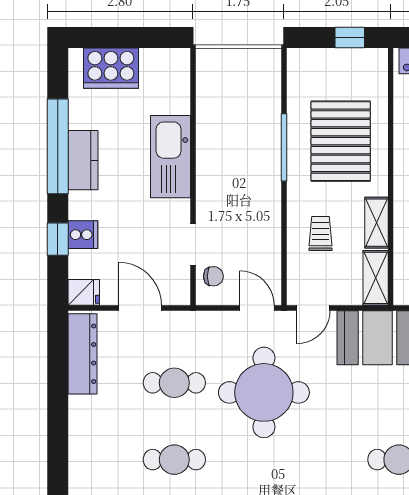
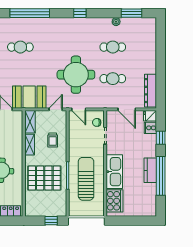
window: (350, 38) -> (51, 221), moved
cooker: (111, 68) -> (114, 201), moved, turned 90
sun lounger: (239, 139) -> (86, 179), added
pallet: (341, 141) -> (44, 178), turned 90
cooker: (83, 235) -> (150, 128), moved

